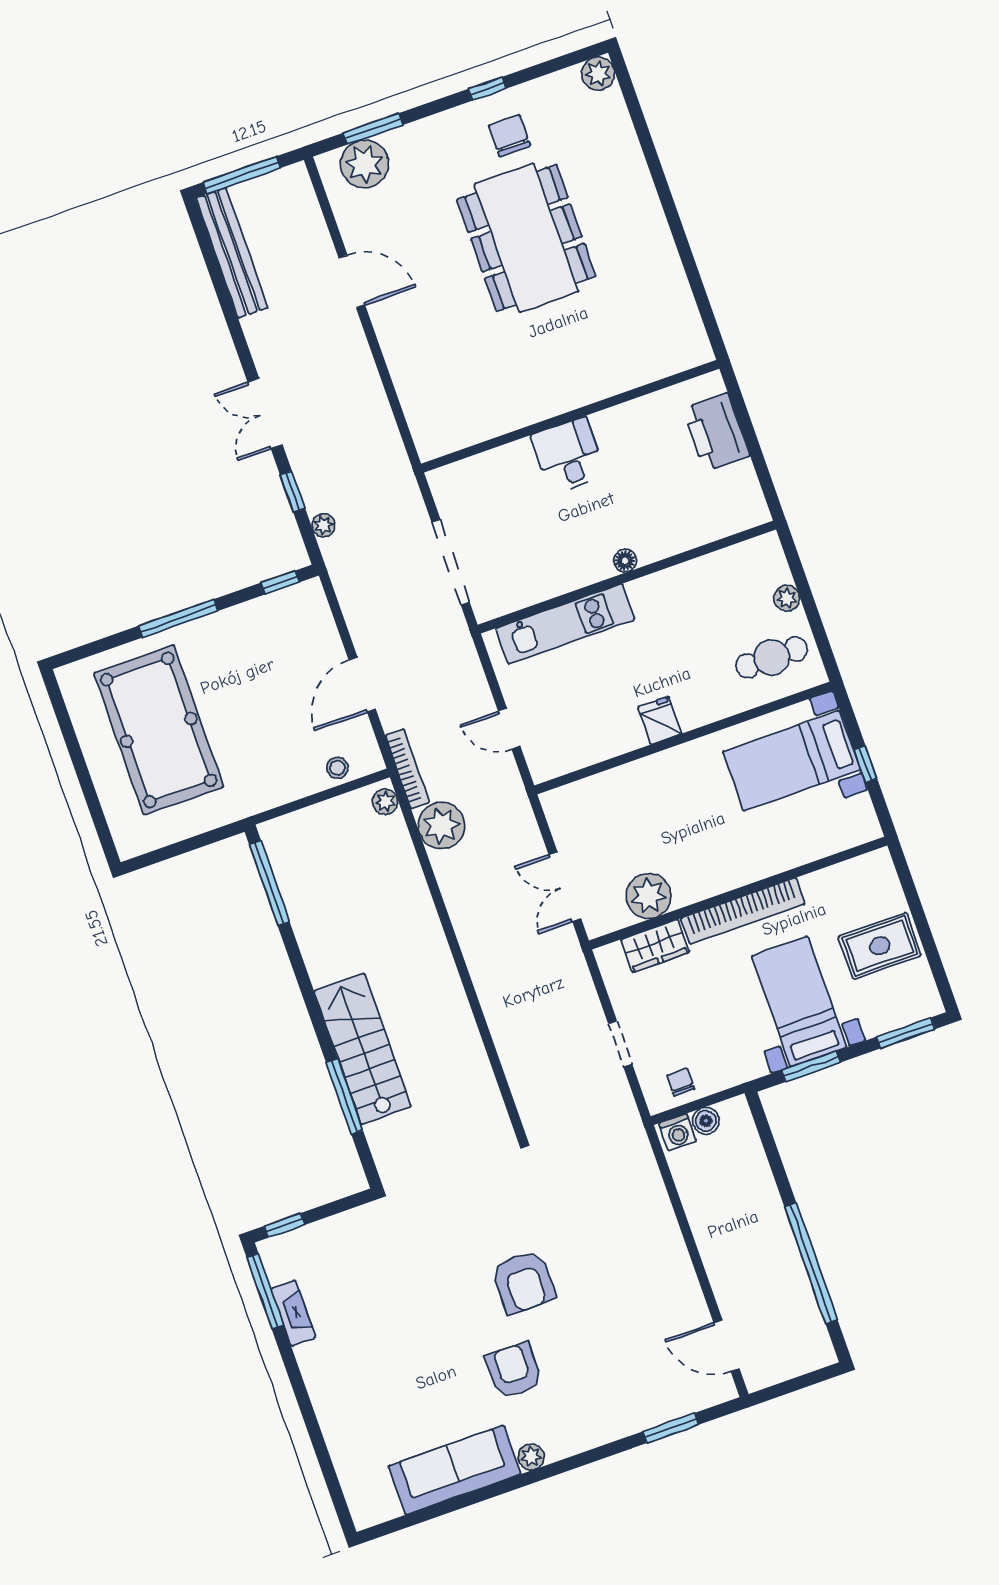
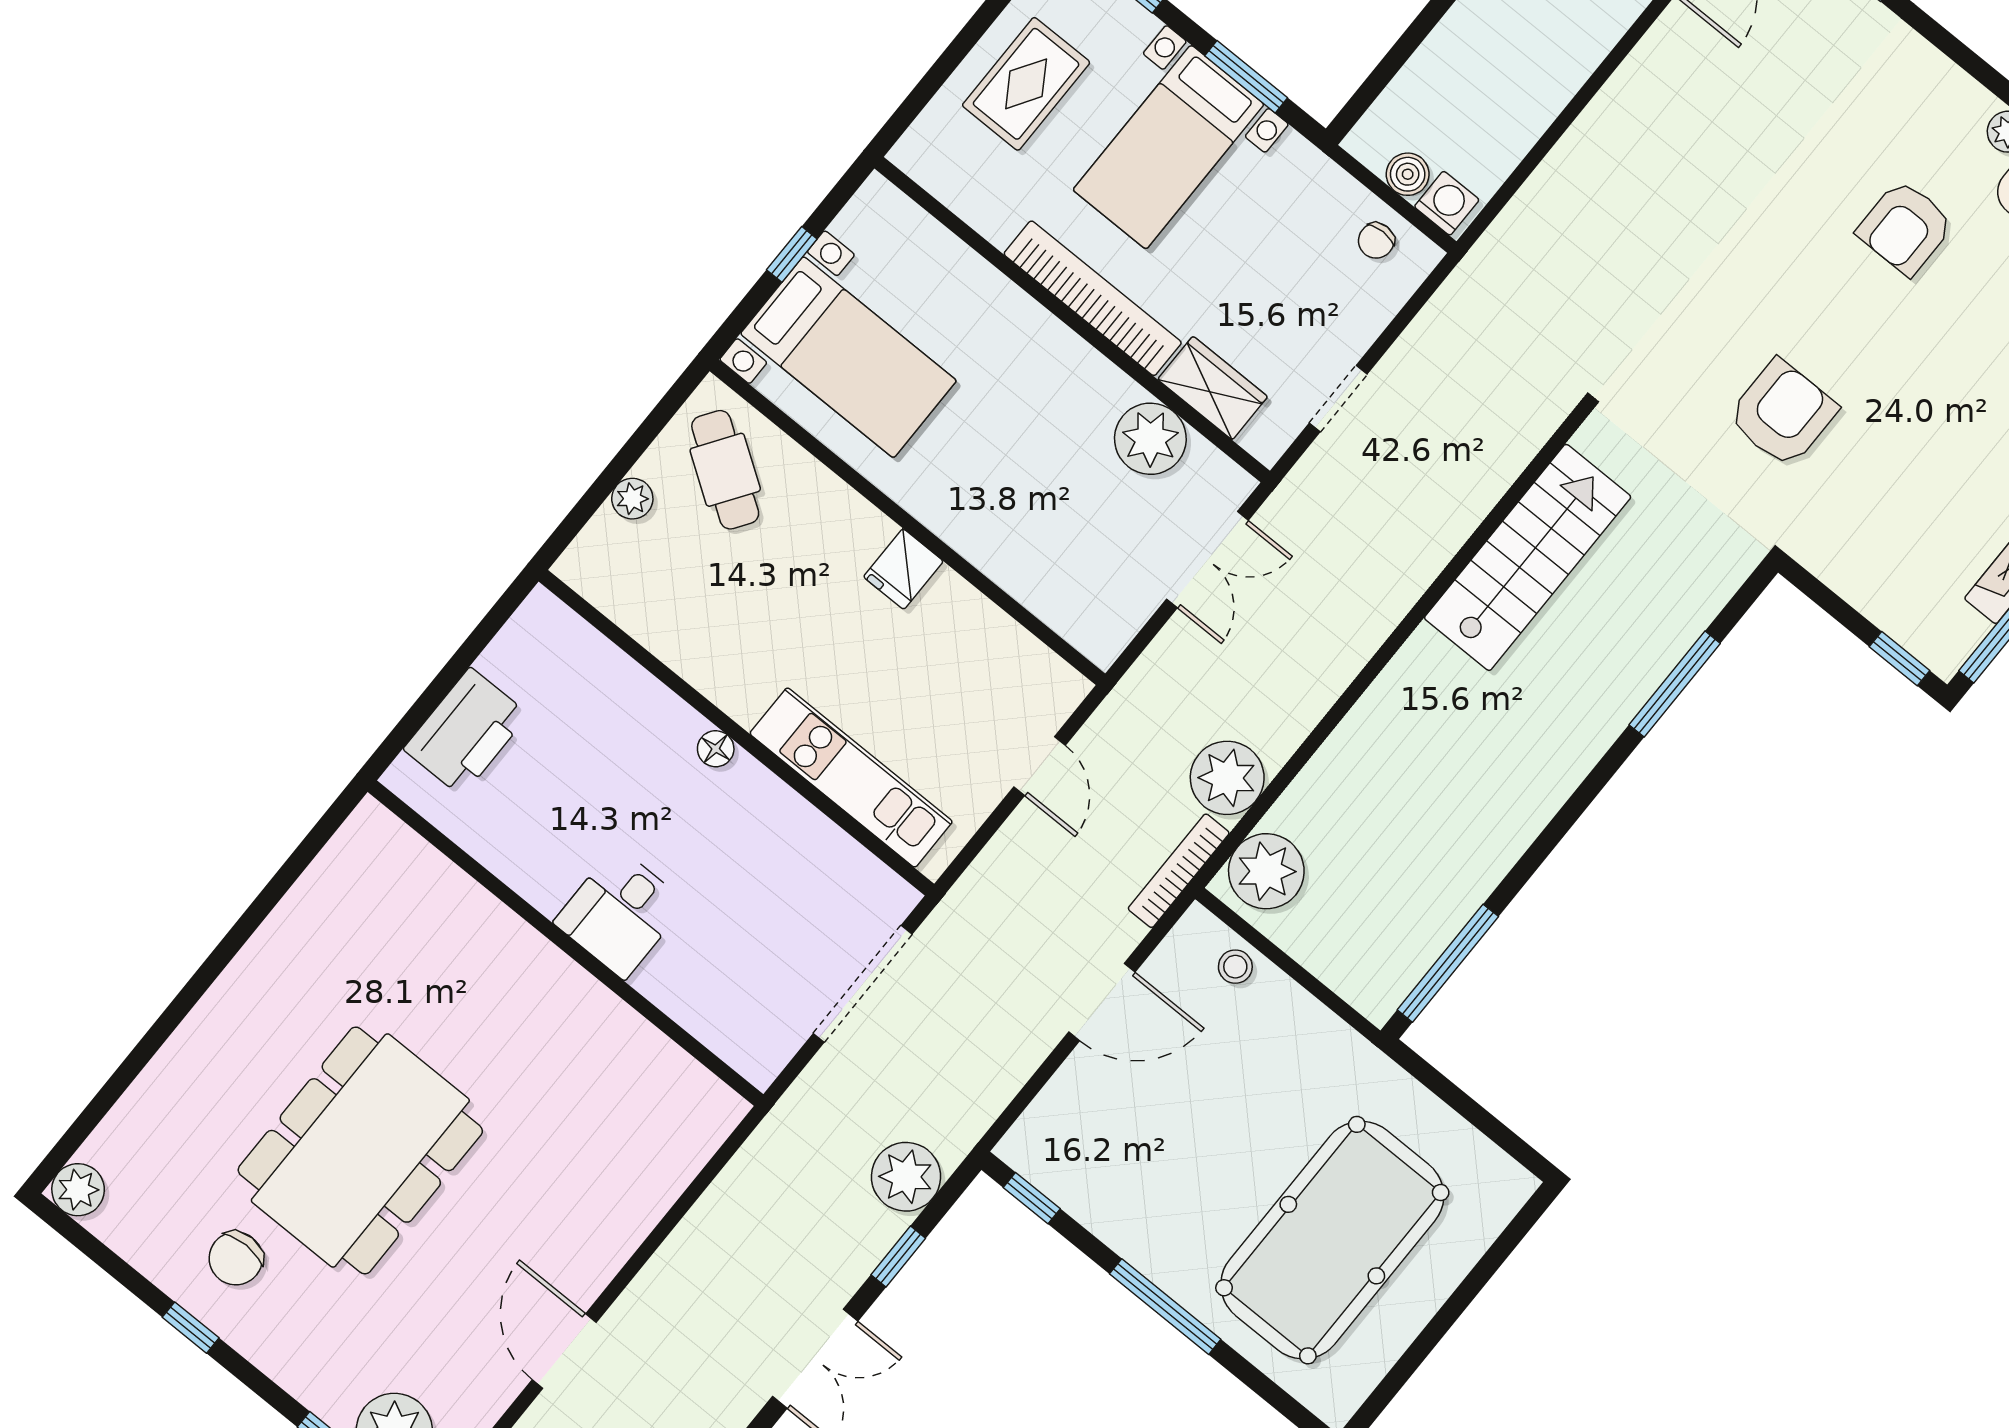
plant: (323, 525) -> (906, 1177), width x1.88, depth x1.88
cafe table: (772, 657) -> (725, 470), turned 34
plant: (385, 802) -> (1266, 871), width x1.87, depth x1.87
rug: (880, 946) -> (1026, 84), turned 90
doorway: (620, 1044) -> (1338, 399), moved
stairs: (363, 1049) -> (1528, 557), moved, turned 180
armchair: (524, 1282) -> (1783, 413), moved

